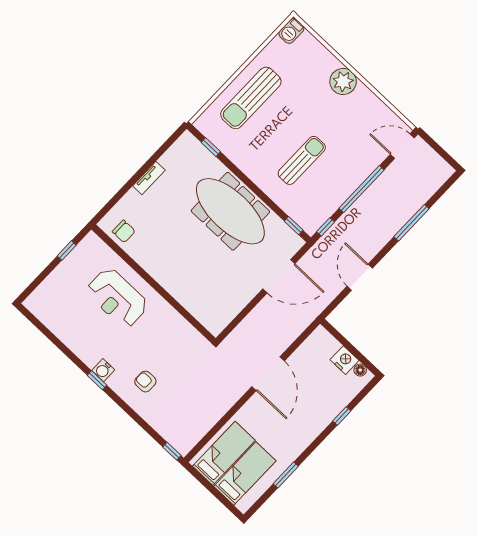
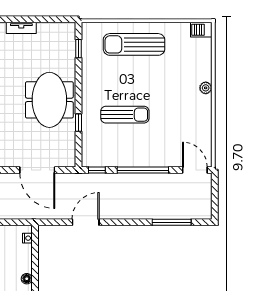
plant: (343, 82) -> (206, 88), width x0.53, depth x0.53
meeting table: (230, 211) -> (49, 100), width x0.73
window: (411, 223) -> (172, 222), moved
window: (294, 226) -> (78, 123), moved
nightstand: (344, 360) -> (27, 238), moved, width x0.53, depth x0.56

